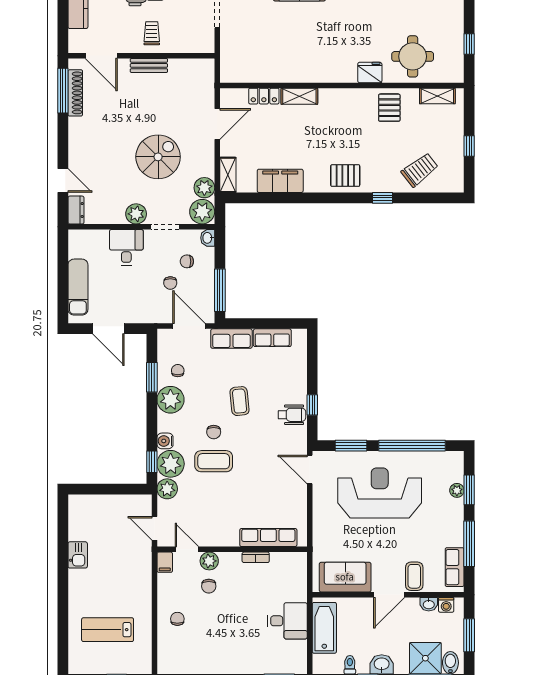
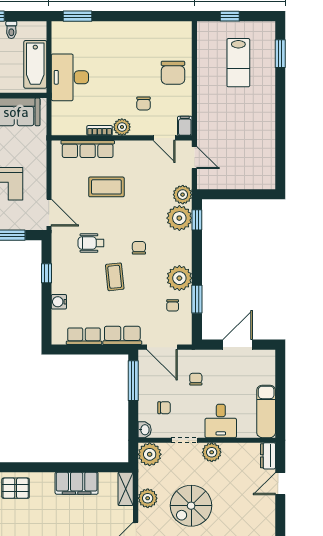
door: (63, 180) -> (280, 484), hinge flipped
plant: (204, 188) -> (148, 498), moved
chair: (170, 283) -> (196, 379), moved
exam couch: (78, 287) -> (266, 411), moved
door: (108, 329) -> (238, 345), hinge flipped
wheelchair: (292, 415) -> (91, 243), moved
water cooler: (165, 441) -> (59, 302), moved, turned 180
coffee table: (214, 461) -> (106, 187), moved
kitchen sink: (78, 555) -> (266, 133), removed
plant: (209, 561) -> (122, 127), moved
chair: (209, 586) -> (144, 103), turned 180
chair: (177, 619) -> (173, 73), width x1.87, depth x1.87
desk: (287, 621) -> (70, 77), width x1.37
lab bench: (108, 630) -> (238, 63), turned 90
window: (63, 639) -> (280, 54), added

